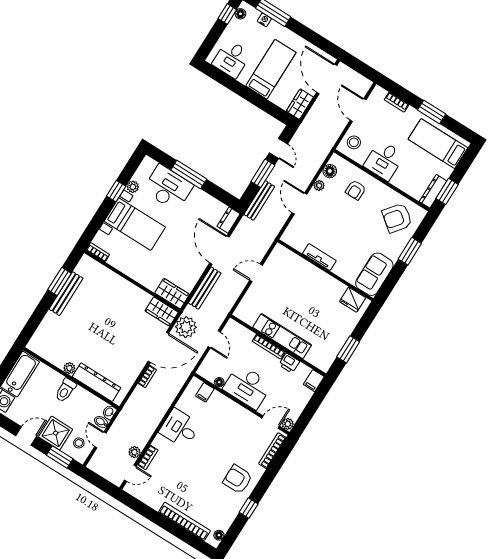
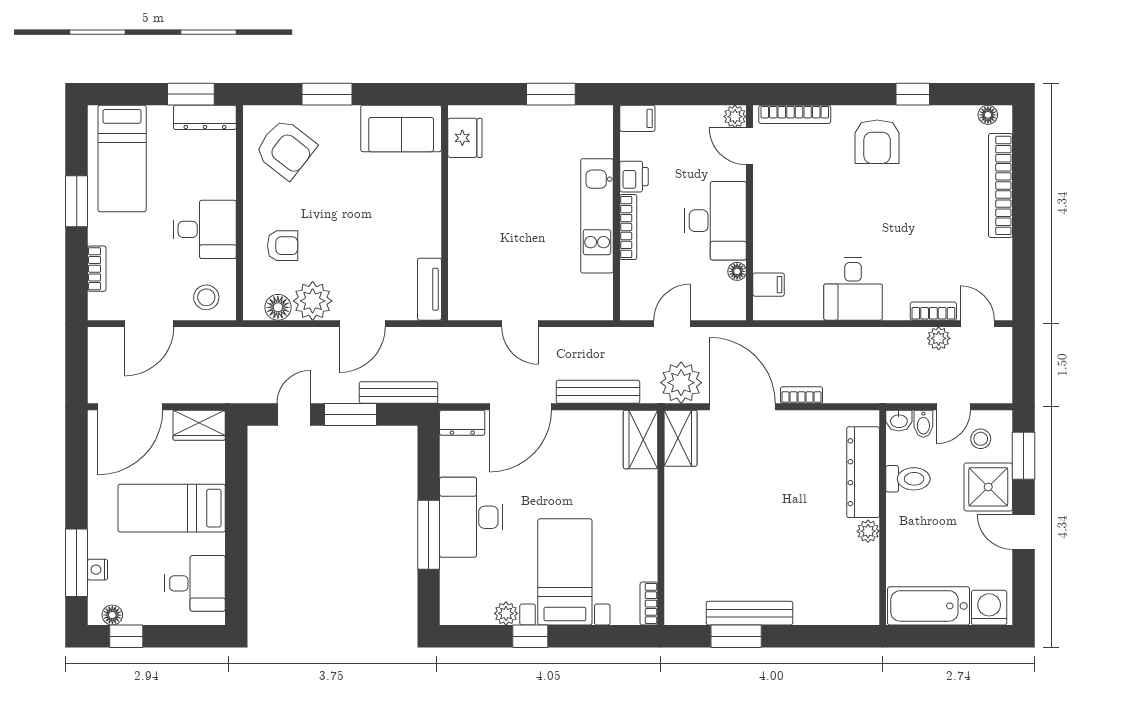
plant: (319, 186) -> (313, 301), width x1.88, depth x1.88
desk: (168, 188) -> (471, 517), moved
tv unit: (319, 257) -> (429, 289), moved
toilet: (65, 390) -> (908, 479), moved

